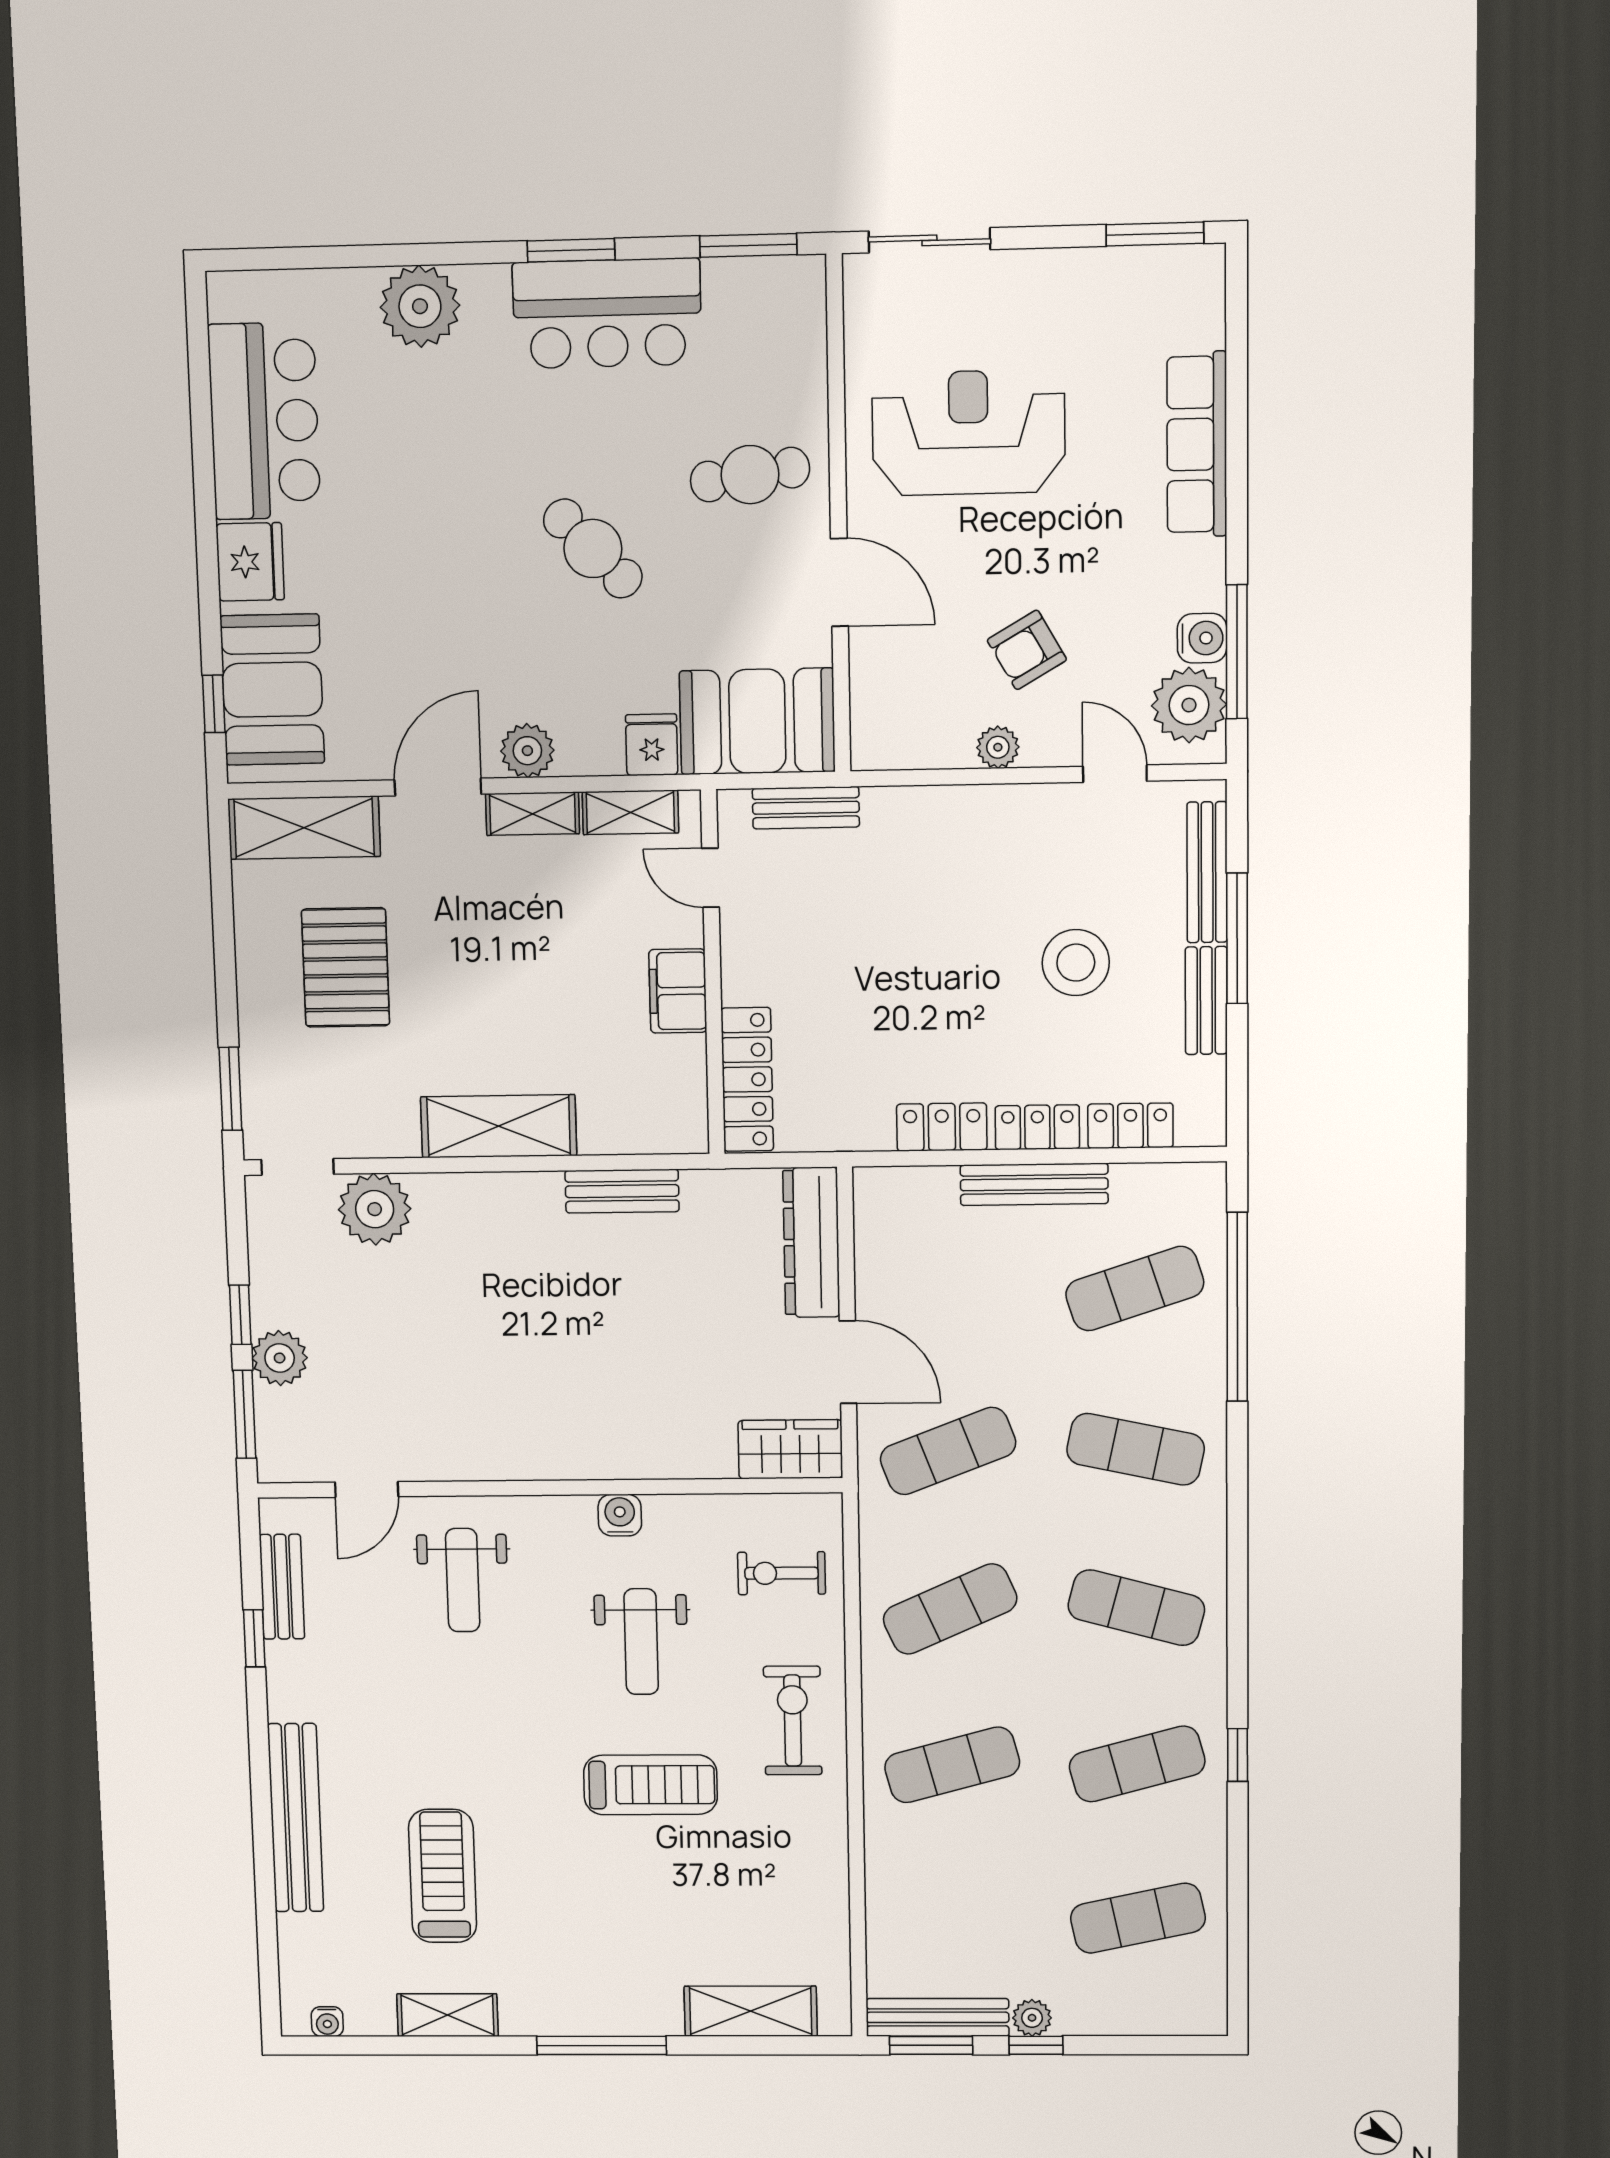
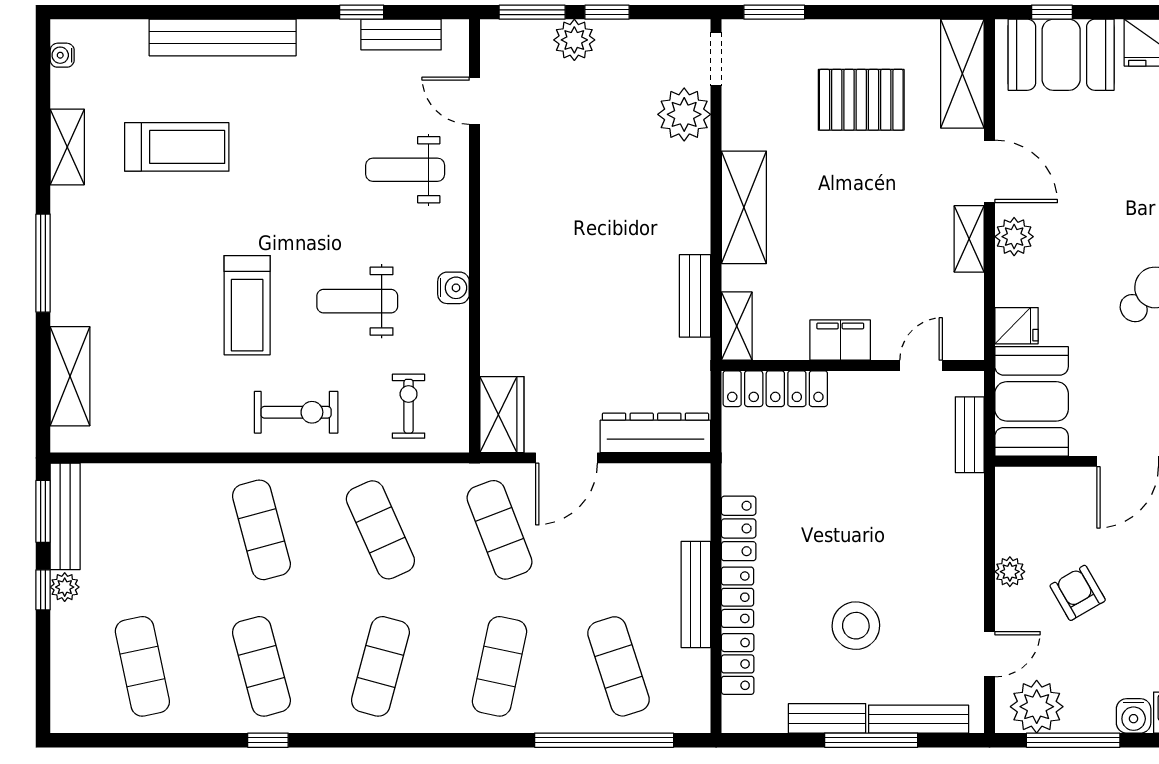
water cooler: (1202, 638) -> (1134, 716), moved
shelving: (630, 812) -> (737, 326), moved

